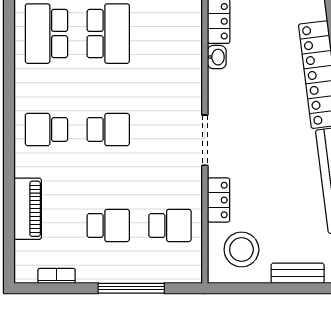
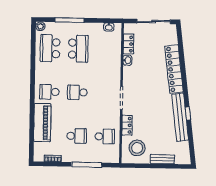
school desk: (108, 130) -> (77, 92), turned 180
piano: (28, 209) -> (42, 123), width x1.37, depth x1.33

